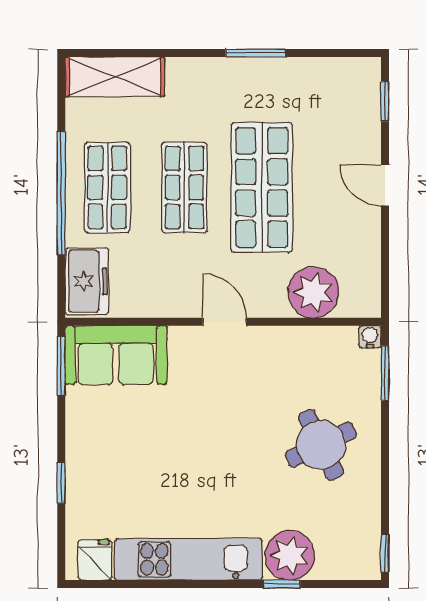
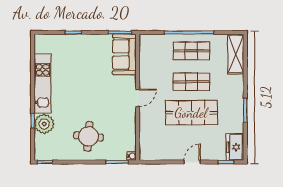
freezer: (87, 281) -> (235, 147), moved, turned 90
plant: (314, 292) -> (149, 133), removed
round table: (321, 445) -> (88, 136), turned 31
fridge: (95, 560) -> (42, 46), removed

